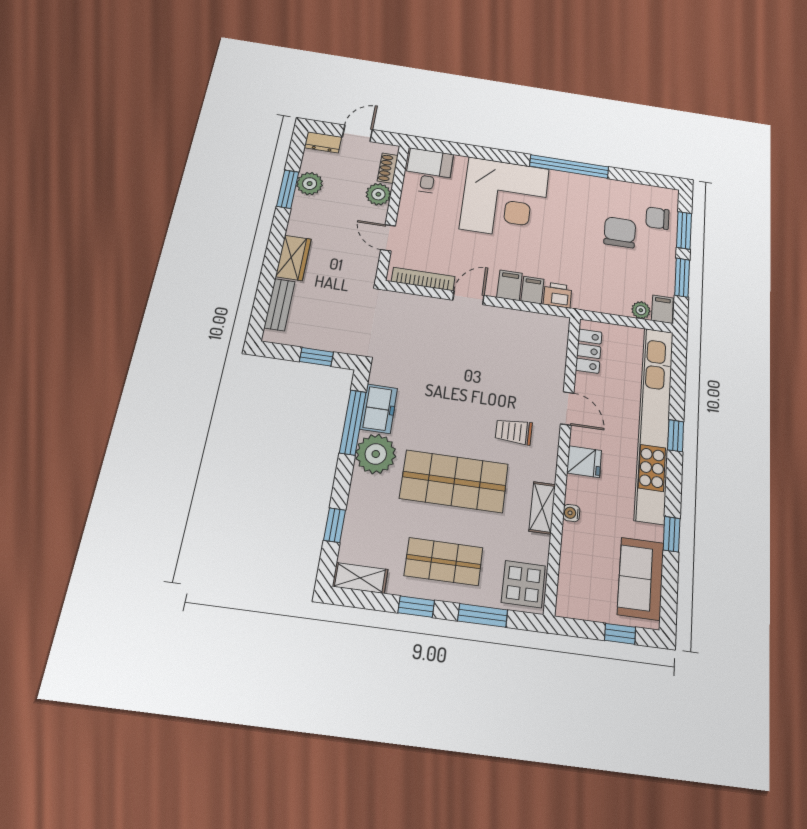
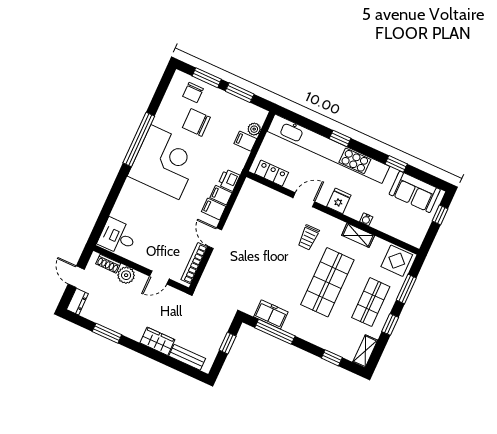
plant: (310, 184) -> (107, 318), removed
corner desk: (505, 199) -> (165, 162), moved
filing cabinet: (662, 309) -> (245, 141), moved
plant: (376, 454) -> (298, 324), removed

